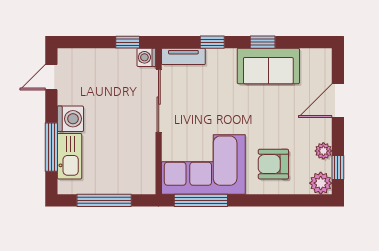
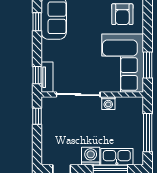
window: (212, 42) -> (37, 75), moved
washing machine: (146, 57) -> (108, 103), moved
window: (201, 200) -> (148, 65), width x0.69

